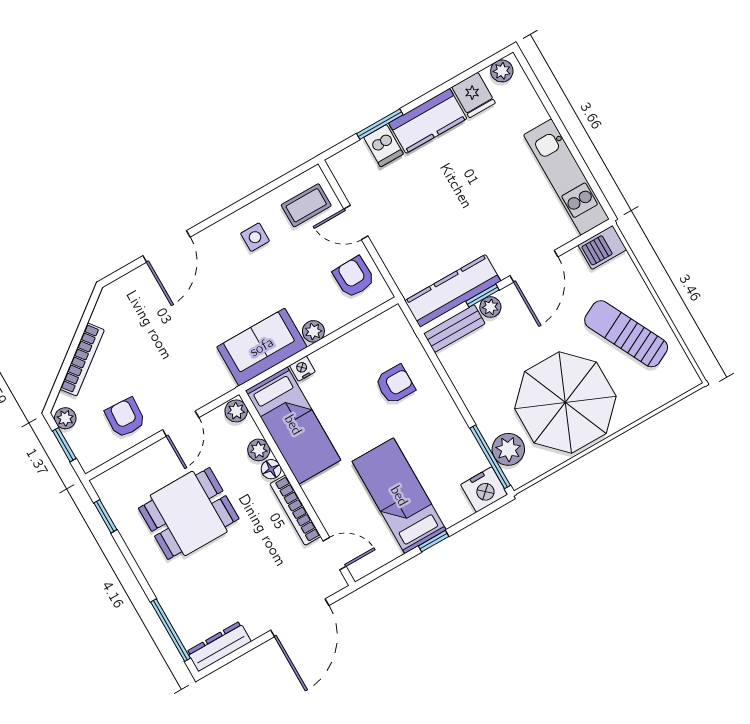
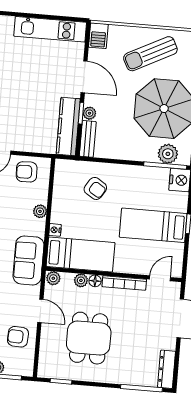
sofa: (262, 347) -> (28, 260), moved
armchair: (395, 384) -> (95, 188), turned 122

